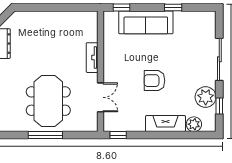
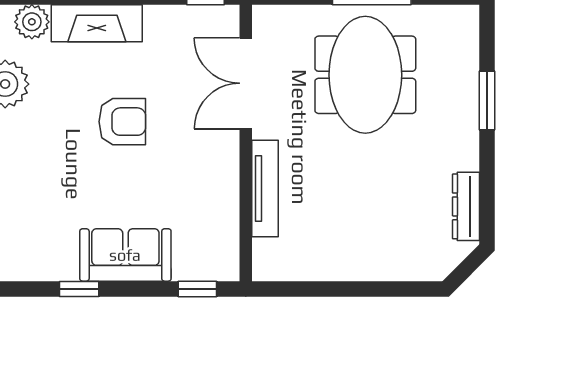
sofa: (146, 22) -> (125, 255), width x0.73
tv unit: (92, 58) -> (265, 188), width x1.41
double door: (100, 97) -> (246, 83), width x1.37

